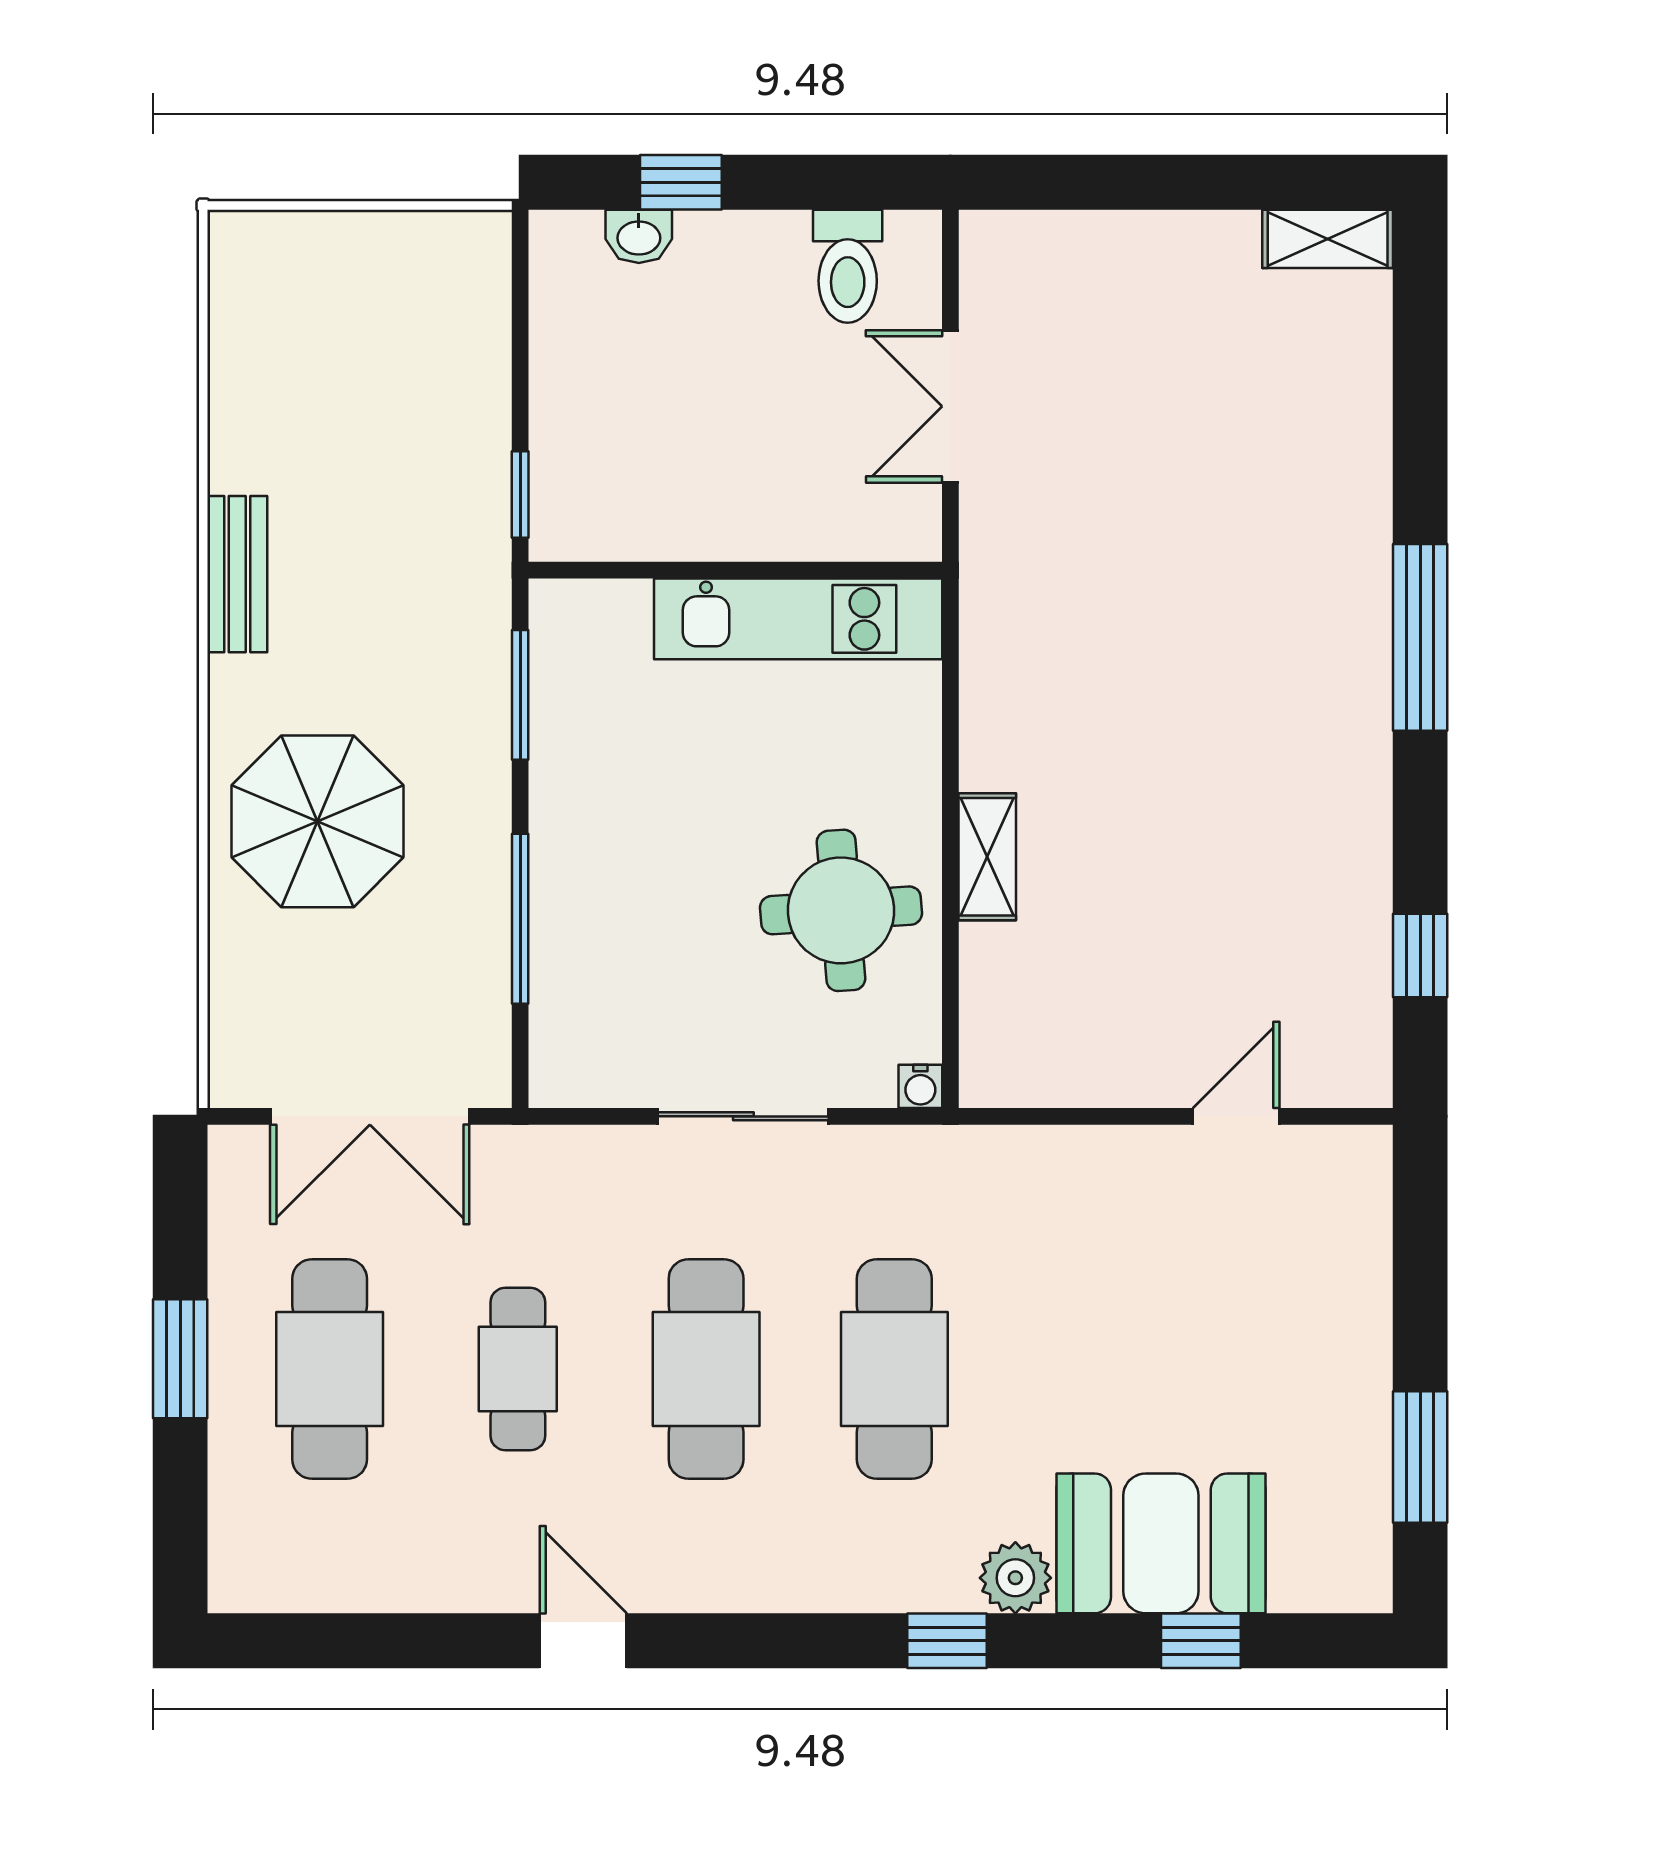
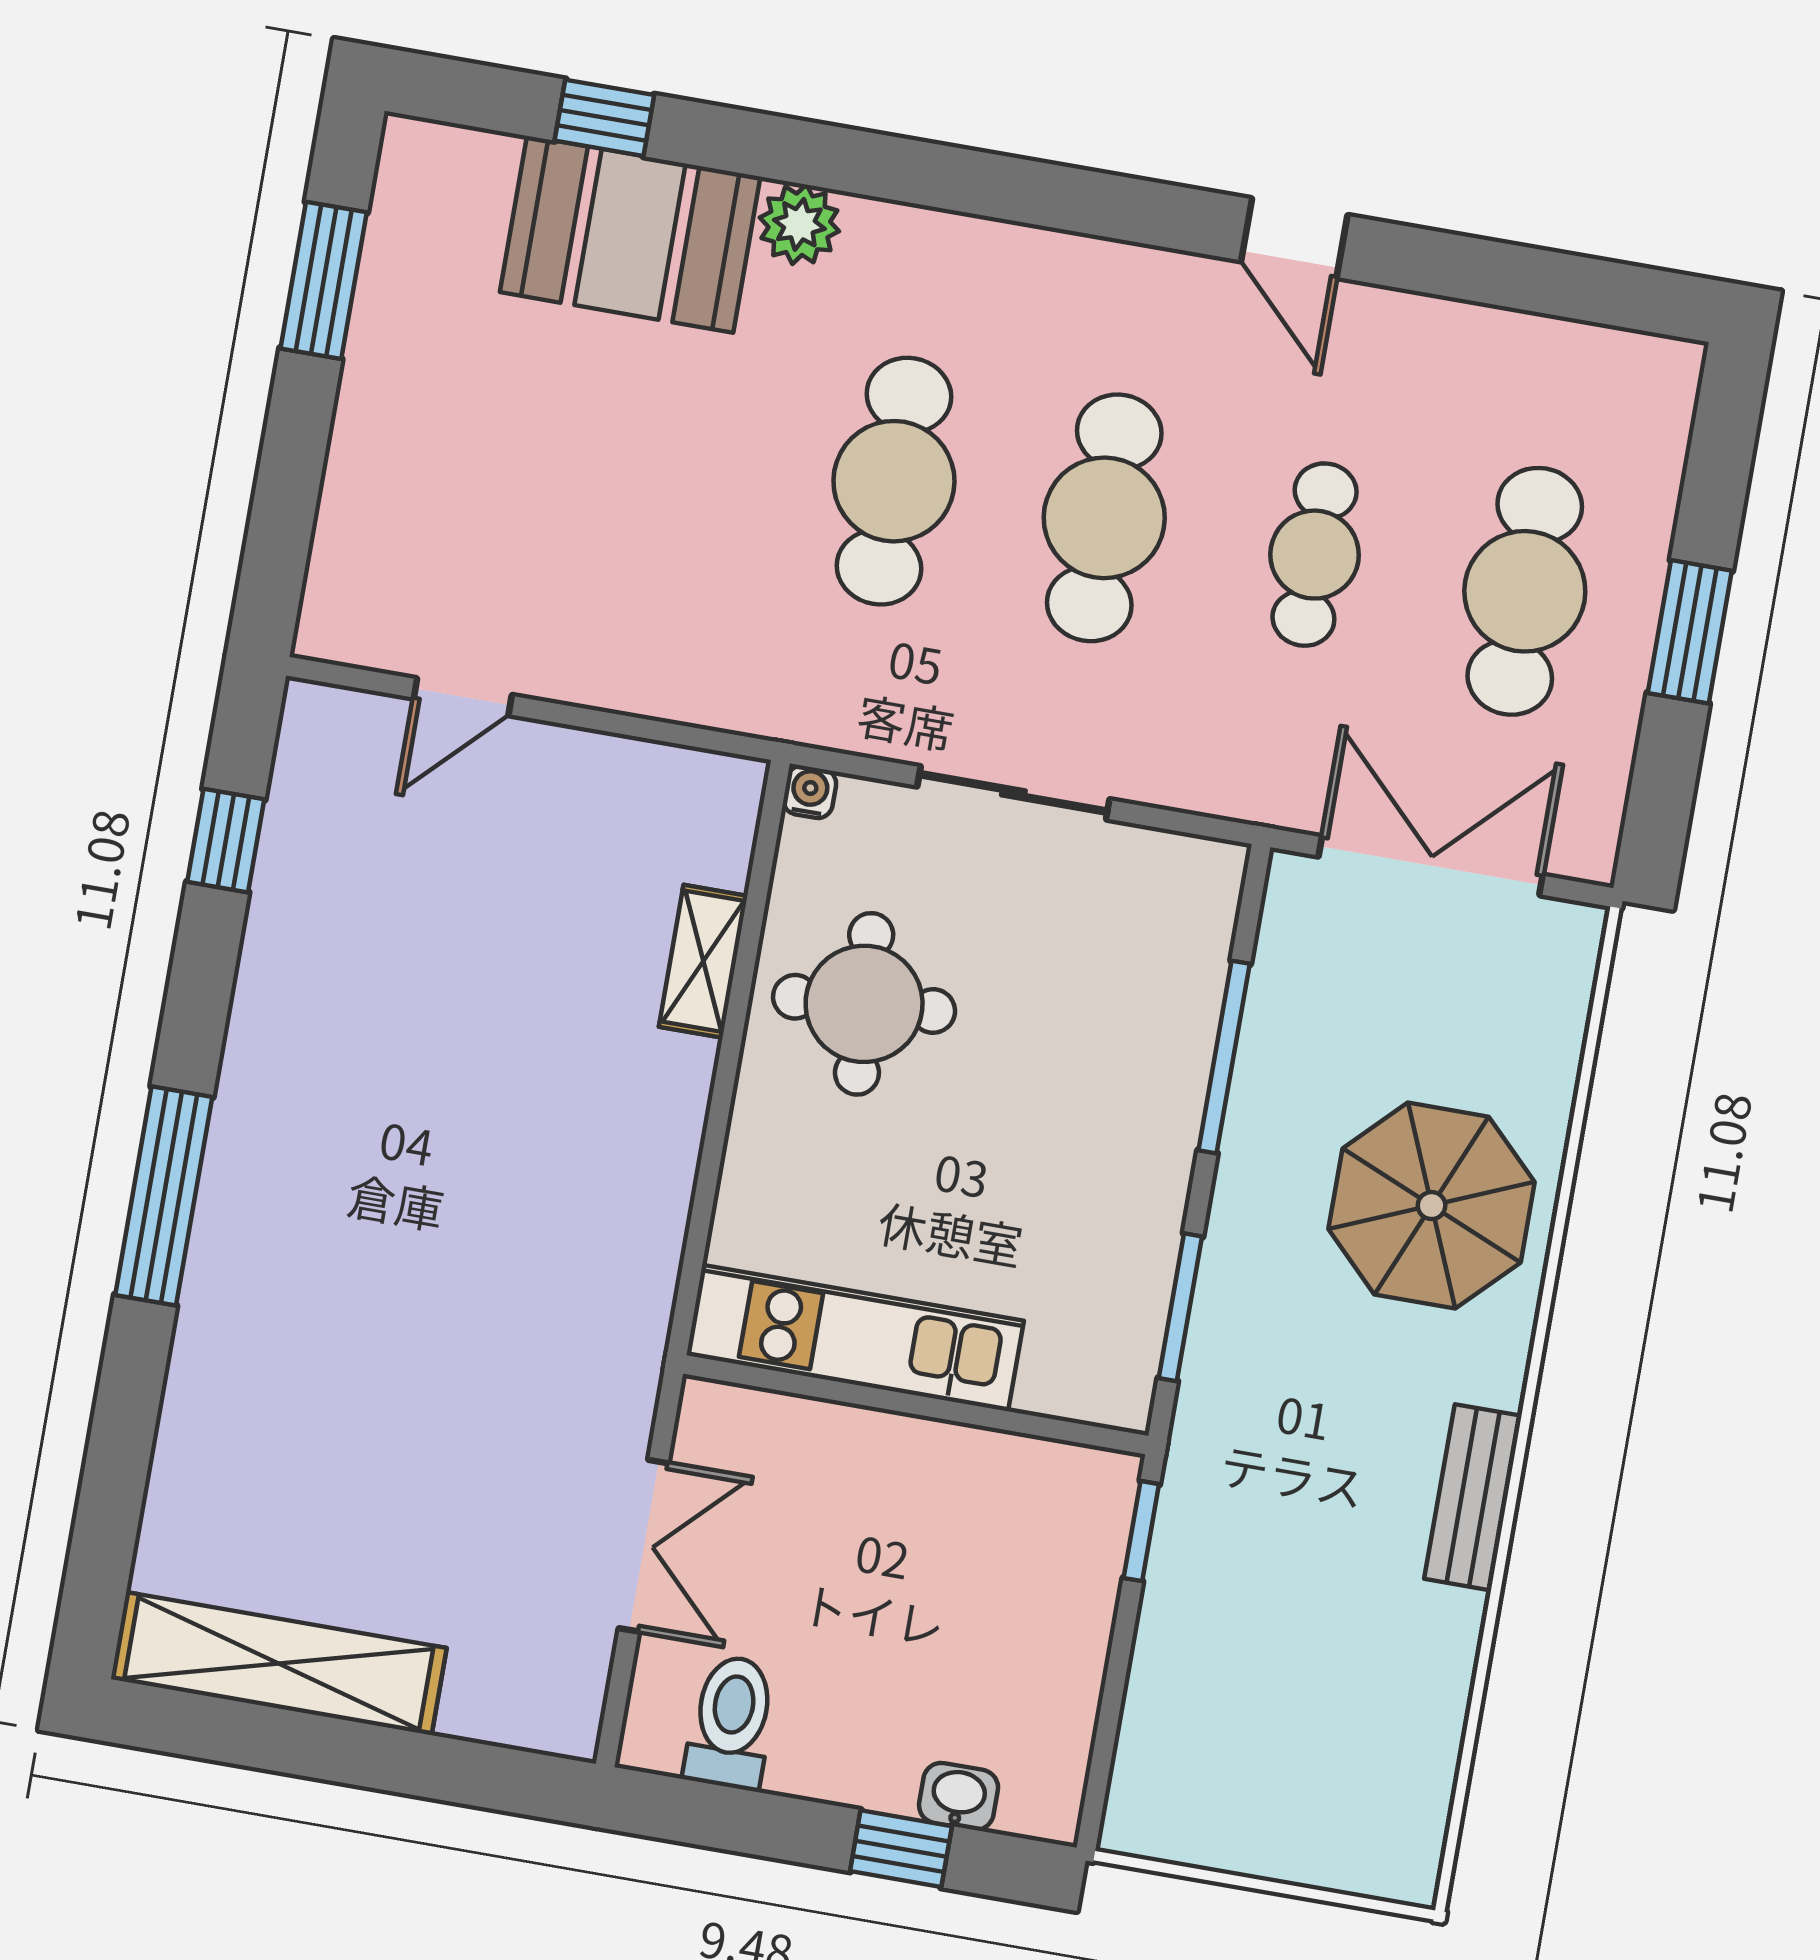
shelving: (1328, 239) -> (279, 1664), width x2.20, depth x1.33
shelving: (987, 857) -> (703, 961), moved
window: (947, 1641) -> (888, 167), removed

